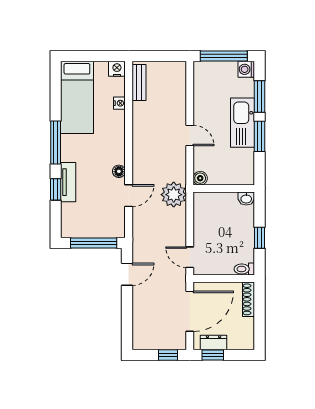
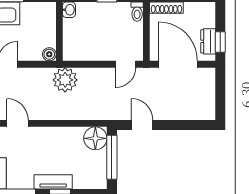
floor lamp: (119, 171) -> (95, 138), moved, width x1.89, depth x1.89
door: (129, 196) -> (18, 123), moved
window: (168, 355) -> (220, 85), removed

